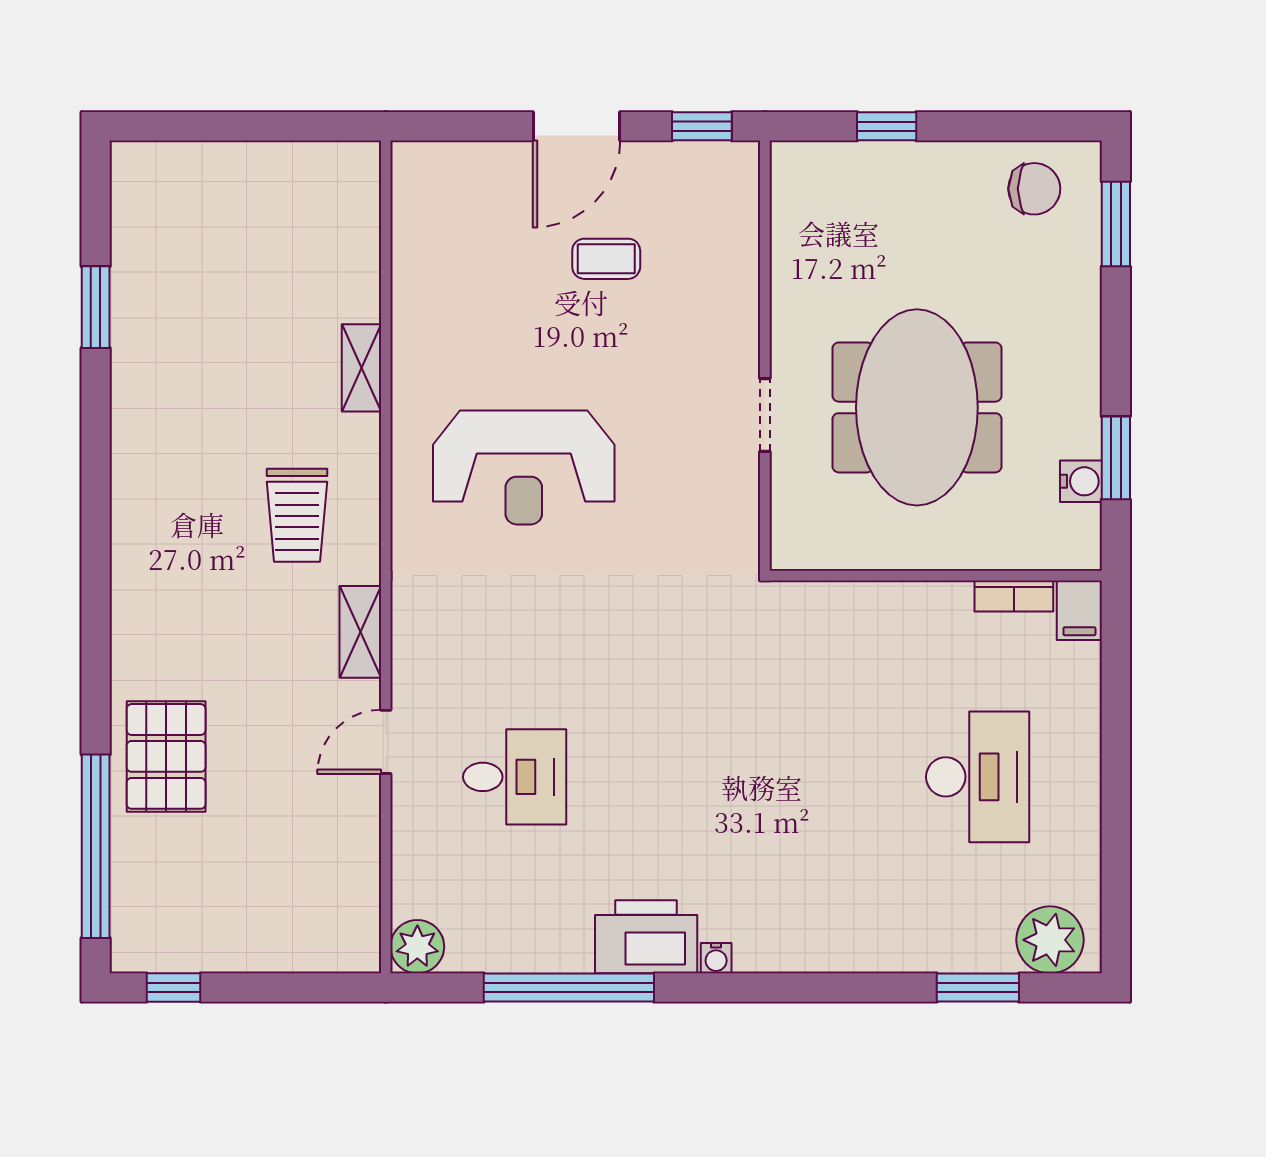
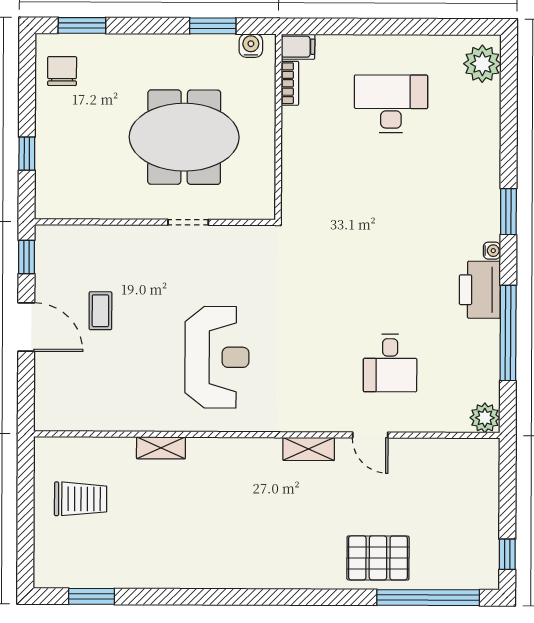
window: (96, 307) -> (91, 596), moved
water cooler: (1081, 481) -> (251, 46), moved
trolley: (297, 515) -> (81, 499), moved
desk: (515, 777) -> (390, 363), turned 180
window: (978, 988) -> (508, 212), moved

